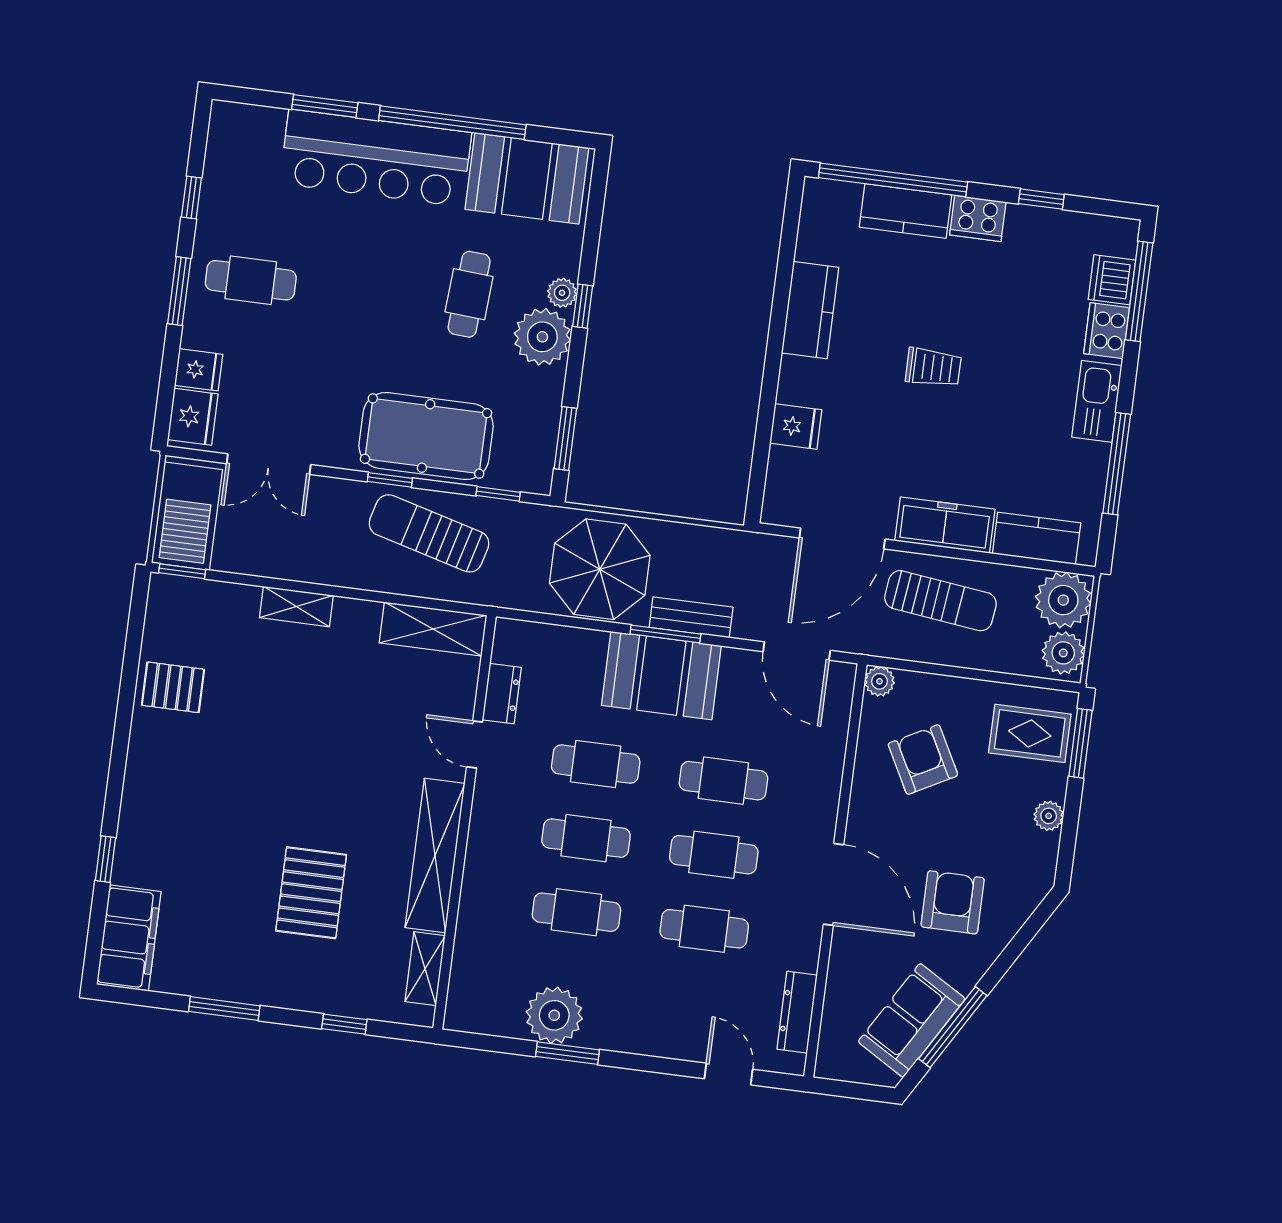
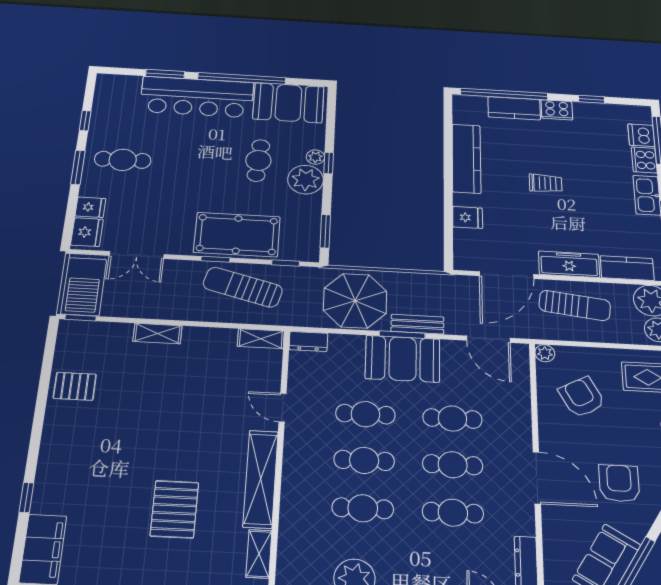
kitchen counter: (810, 310) -> (466, 158), width x1.50
shelving: (433, 629) -> (261, 339), width x0.67, depth x0.75
dresser: (502, 694) -> (308, 341), moved, turned 90

